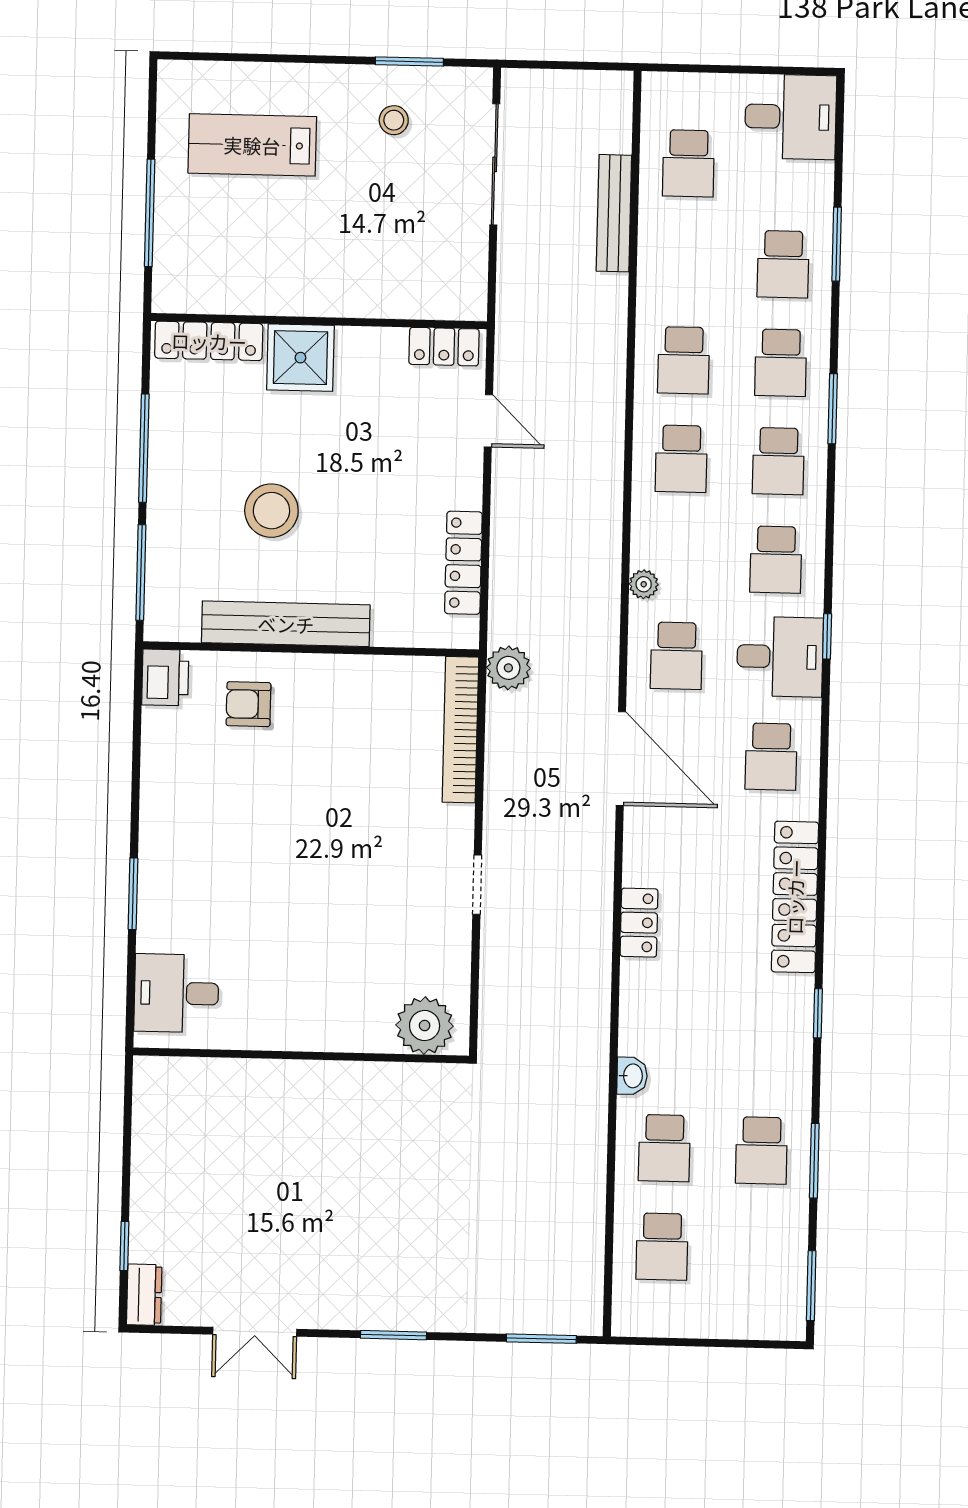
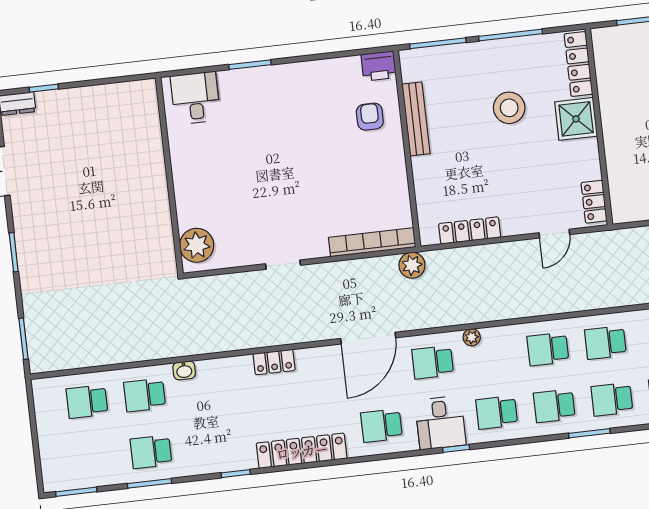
stool: (271, 511) -> (509, 108), moved
bench: (286, 624) -> (416, 119), width x0.73, depth x0.82

